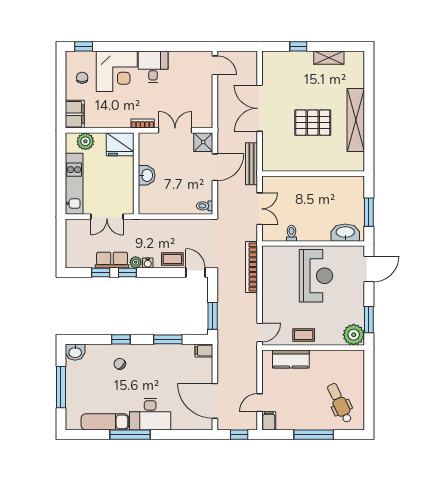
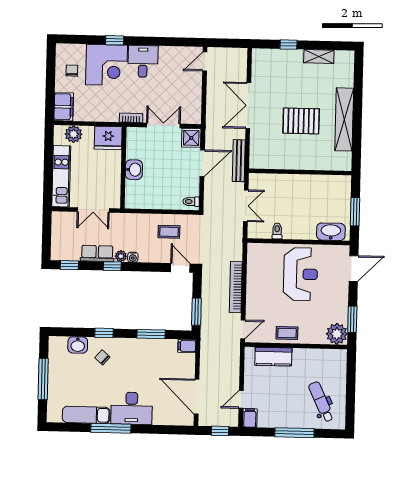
window: (84, 46) -> (115, 40), moved
door: (215, 65) -> (205, 61), swing flipped
coffee table: (172, 259) -> (169, 232), moved
bookcase: (251, 267) -> (236, 287), moved
window: (101, 272) -> (69, 265), moved
washbasin: (75, 352) -> (78, 345), moved

